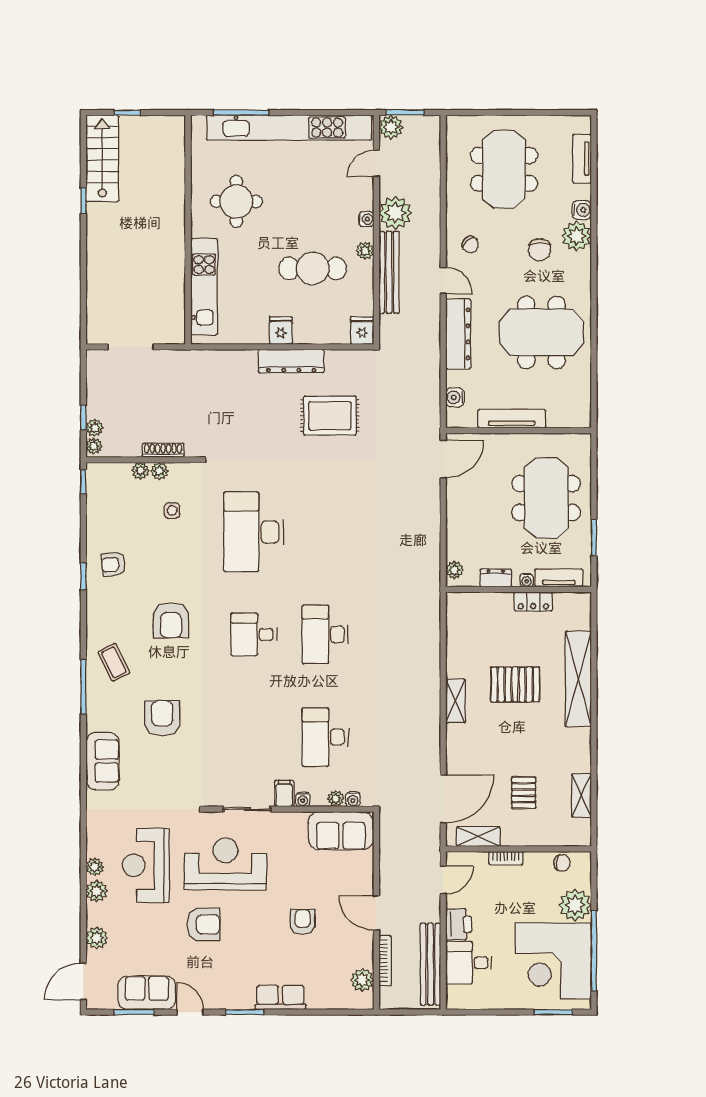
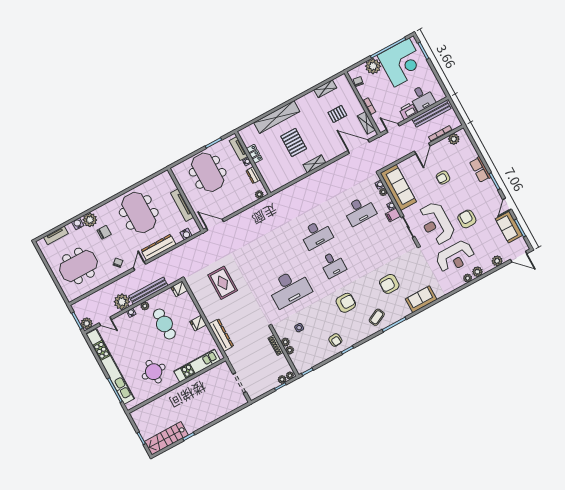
dresser: (291, 361) -> (221, 335), moved
meeting table: (546, 498) -> (208, 172), turned 90
sofa: (341, 831) -> (398, 187), width x1.36

